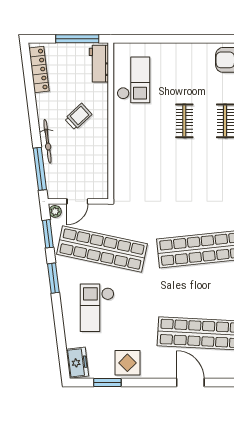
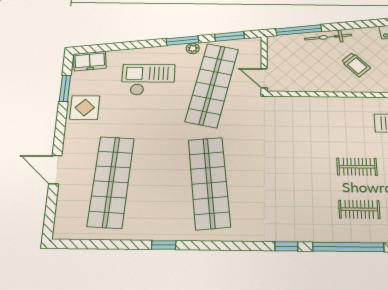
door: (77, 201) -> (264, 78), moved
plant: (55, 211) -> (193, 48), moved
door: (190, 383) -> (55, 170), swing flipped

